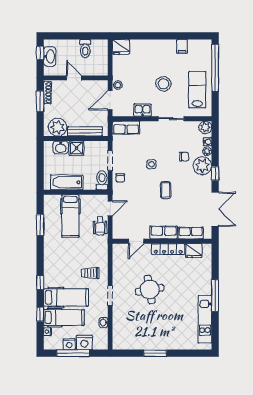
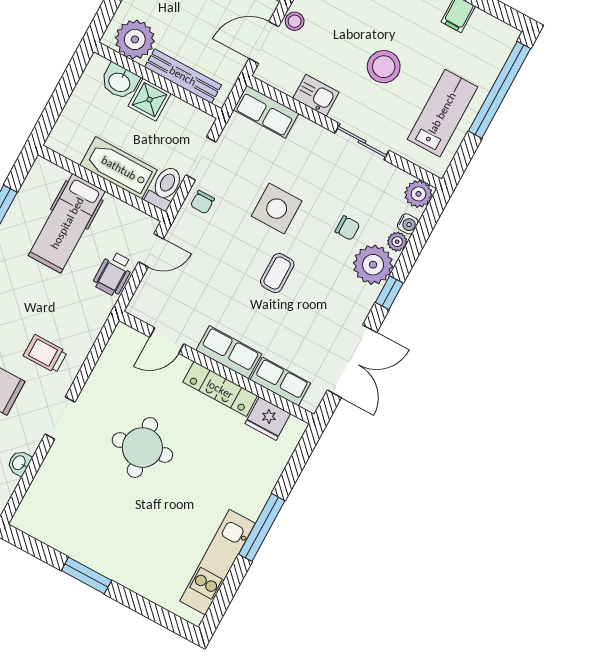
side table: (151, 164) -> (277, 209), width x1.87, depth x1.87
bathtub: (67, 182) -> (119, 168), moved

